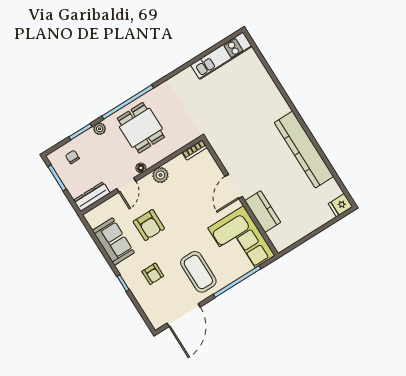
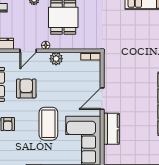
armchair: (149, 225) -> (26, 88), turned 180
coffee table: (198, 272) -> (48, 124), moved

